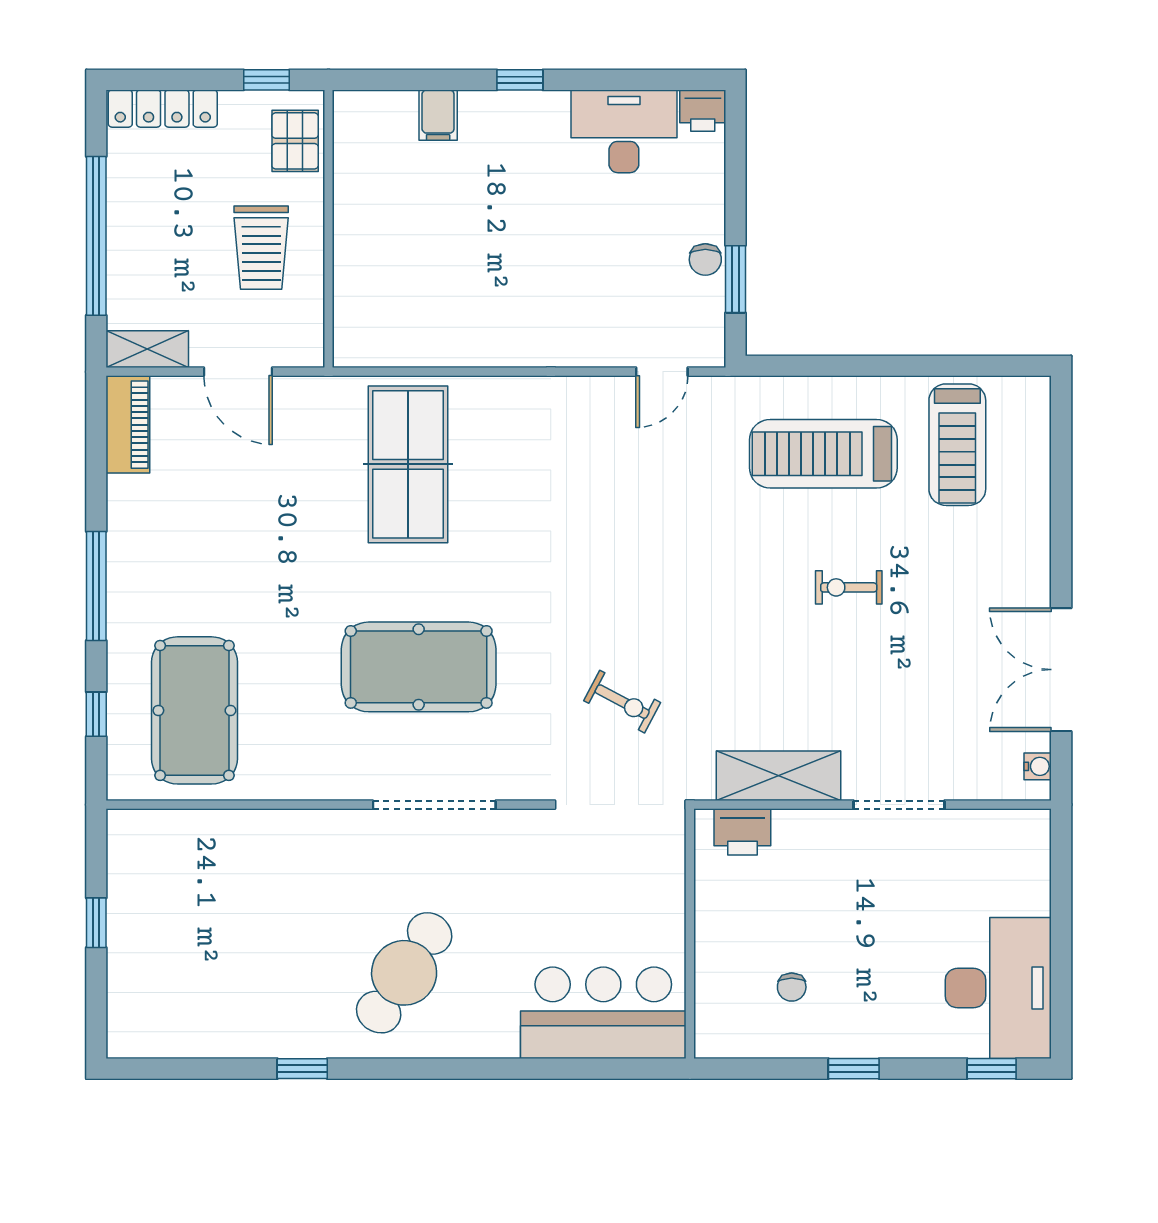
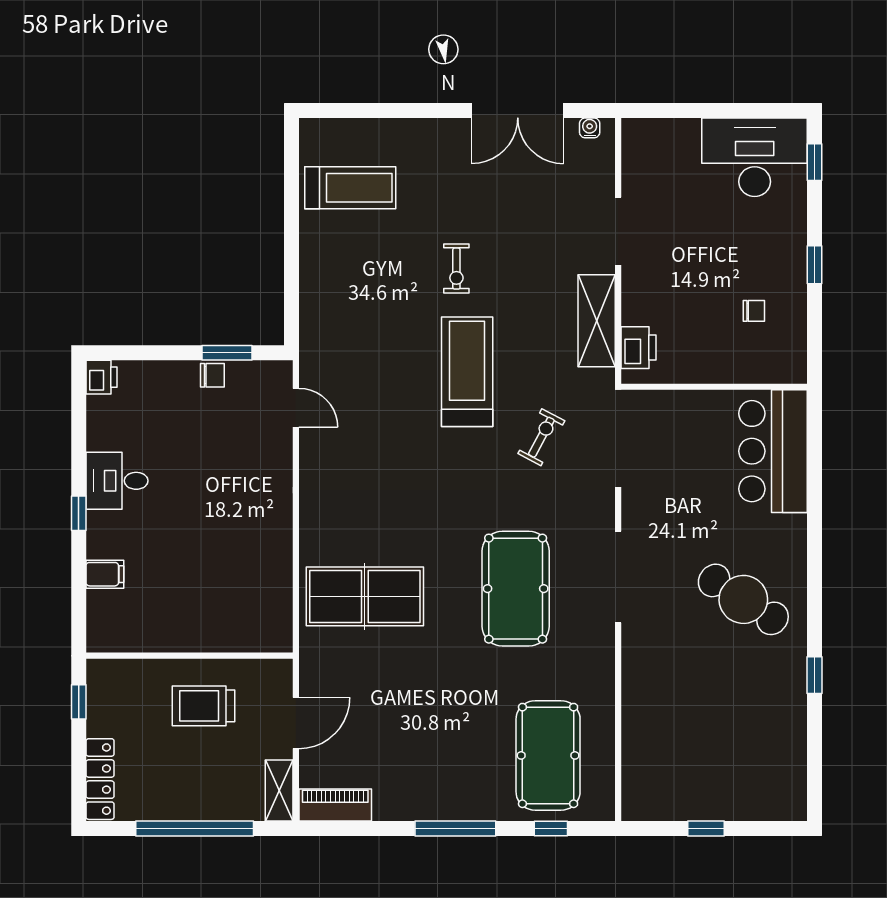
desk: (624, 131) -> (117, 481), moved, width x0.73
pallet: (295, 141) -> (124, 681), removed
trolley: (261, 248) -> (204, 706), turned 180
treadmill: (823, 454) -> (467, 372), moved, turned 180
pool table: (194, 710) -> (548, 755), turned 90

